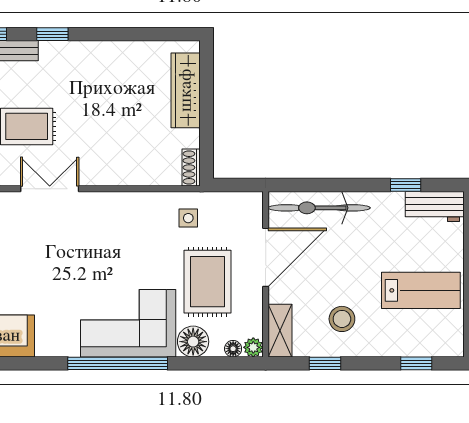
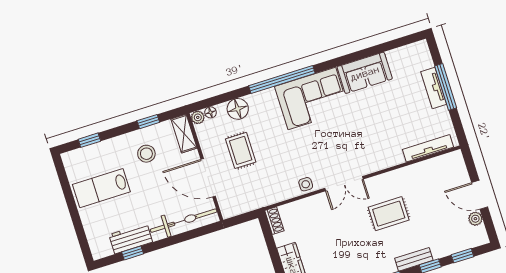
double door: (50, 189) -> (344, 184), moved
workbench: (435, 206) -> (131, 238), moved
side table: (188, 218) -> (306, 184), moved
door: (266, 257) -> (208, 178), hinge flipped
rug: (208, 282) -> (241, 150), width x0.73, depth x0.70
corner sofa: (128, 323) -> (312, 98), moved

